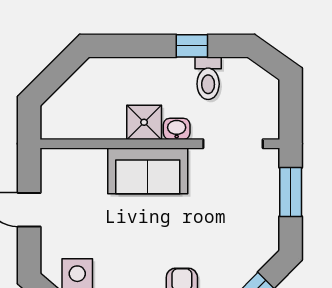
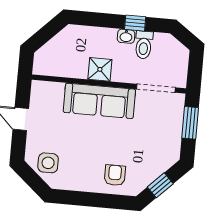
washbasin: (177, 129) -> (126, 36), moved, turned 180
sofa: (148, 171) -> (99, 101), width x1.36

